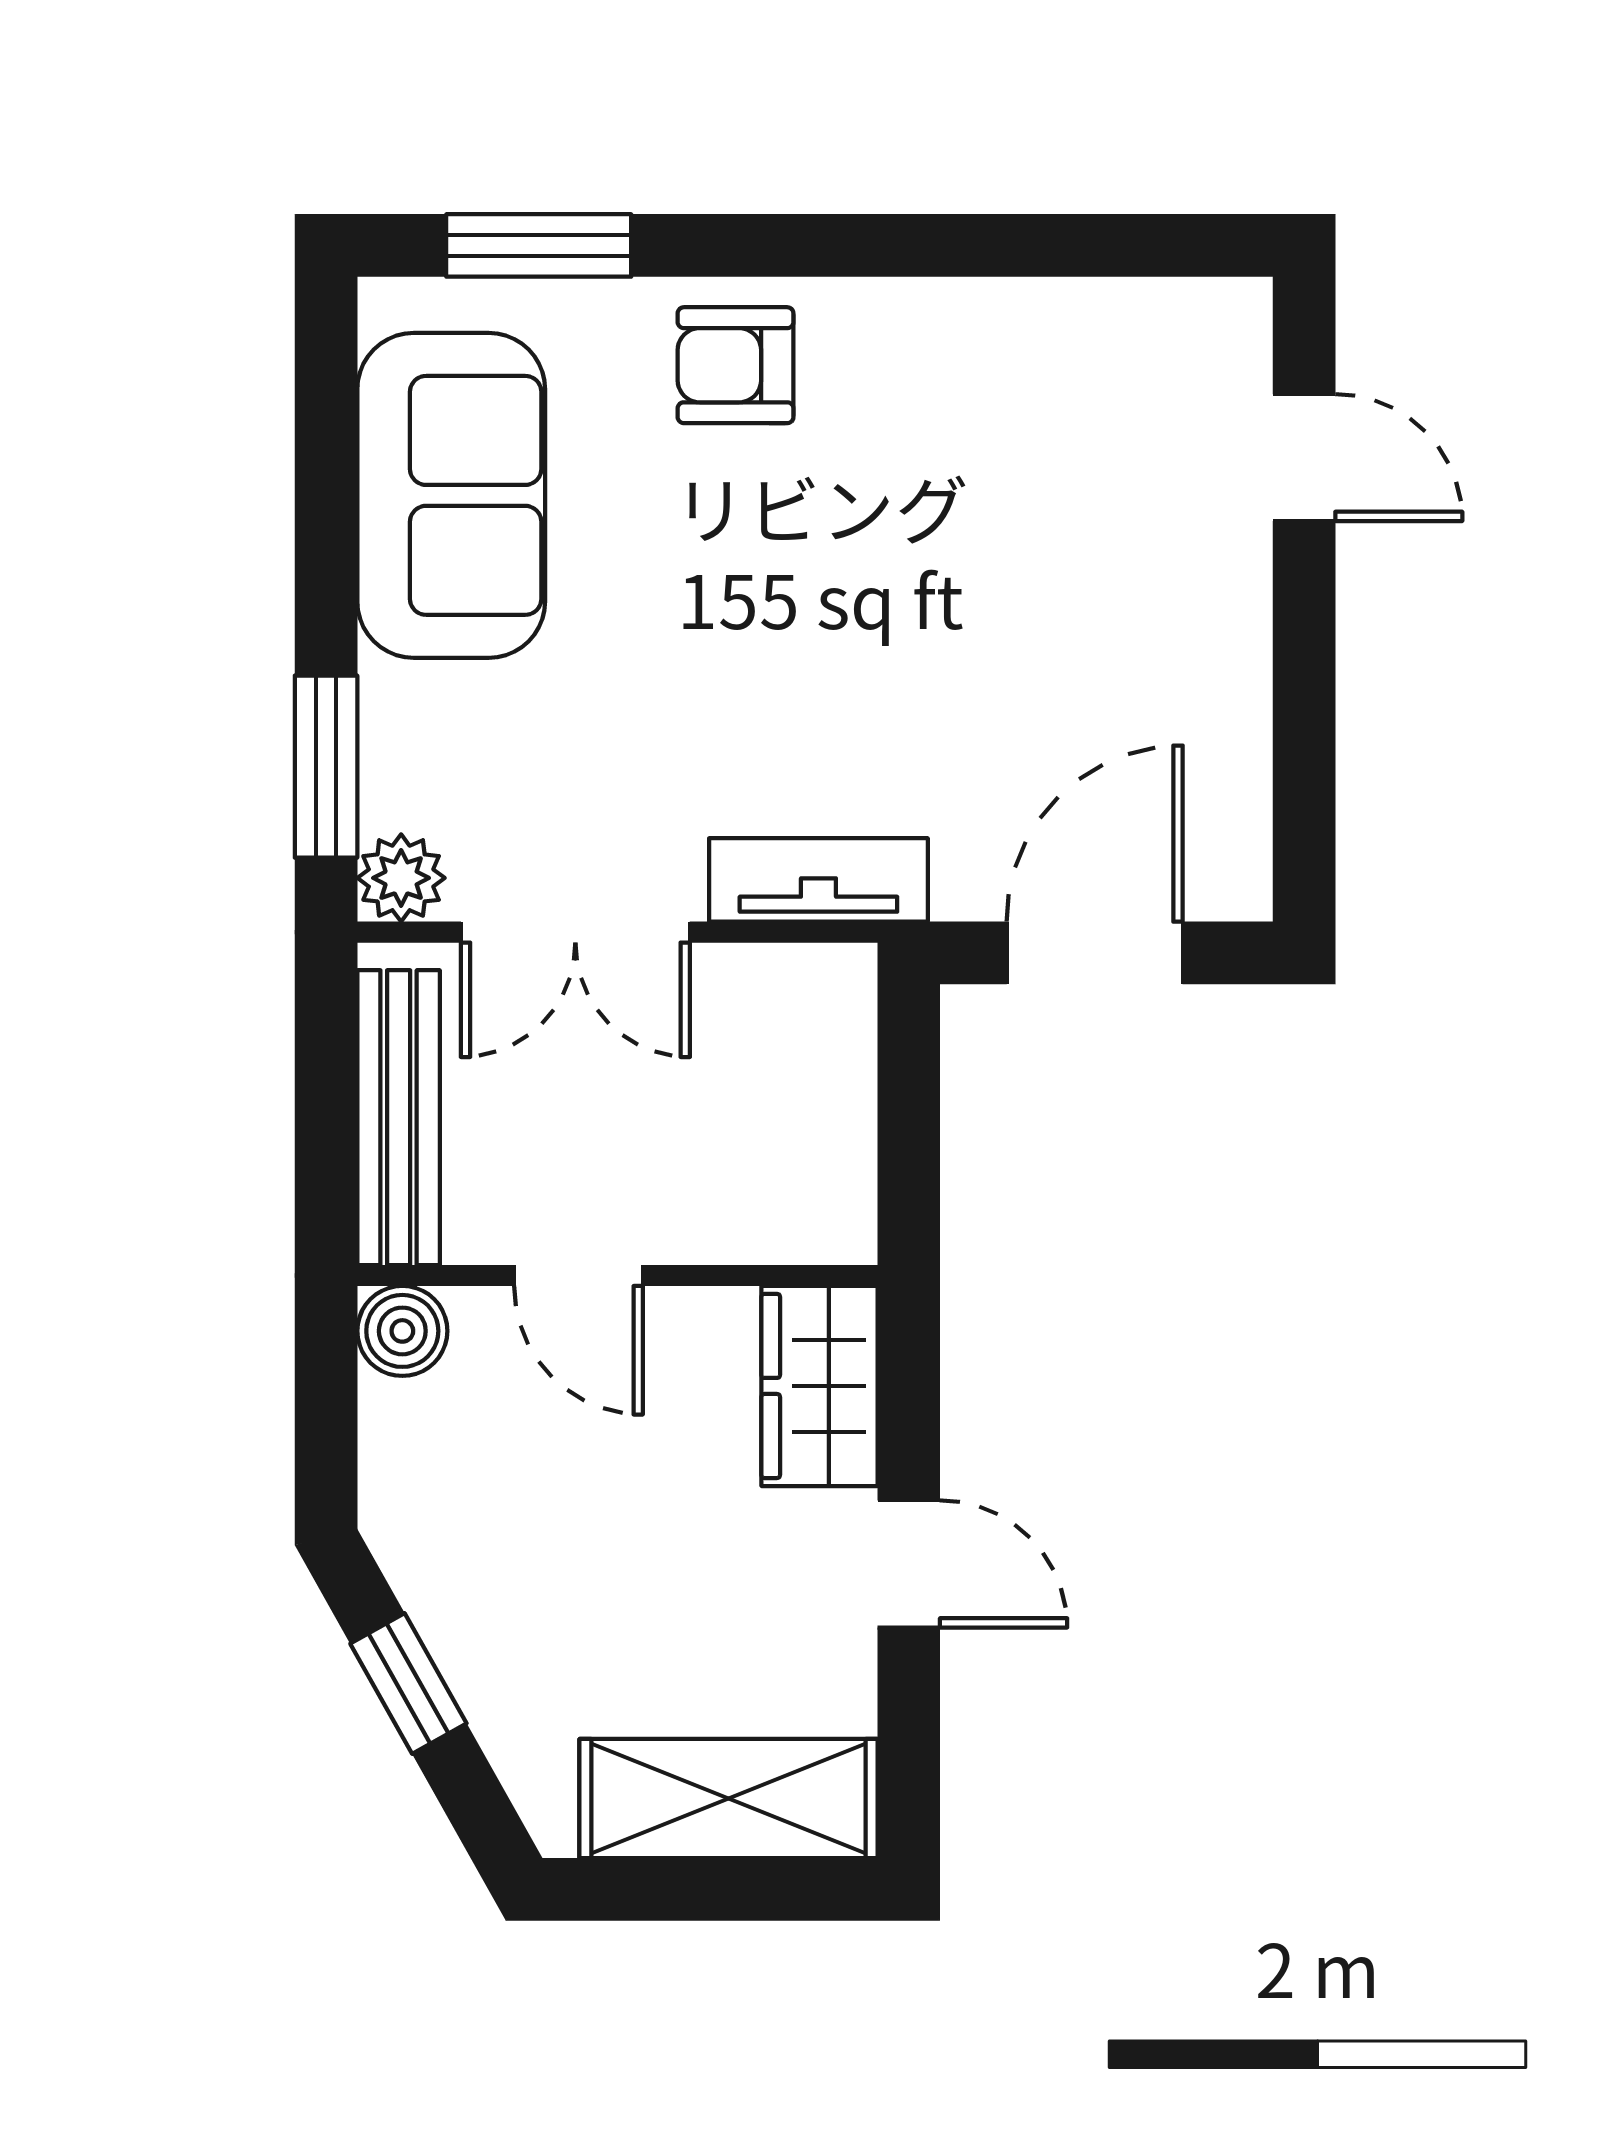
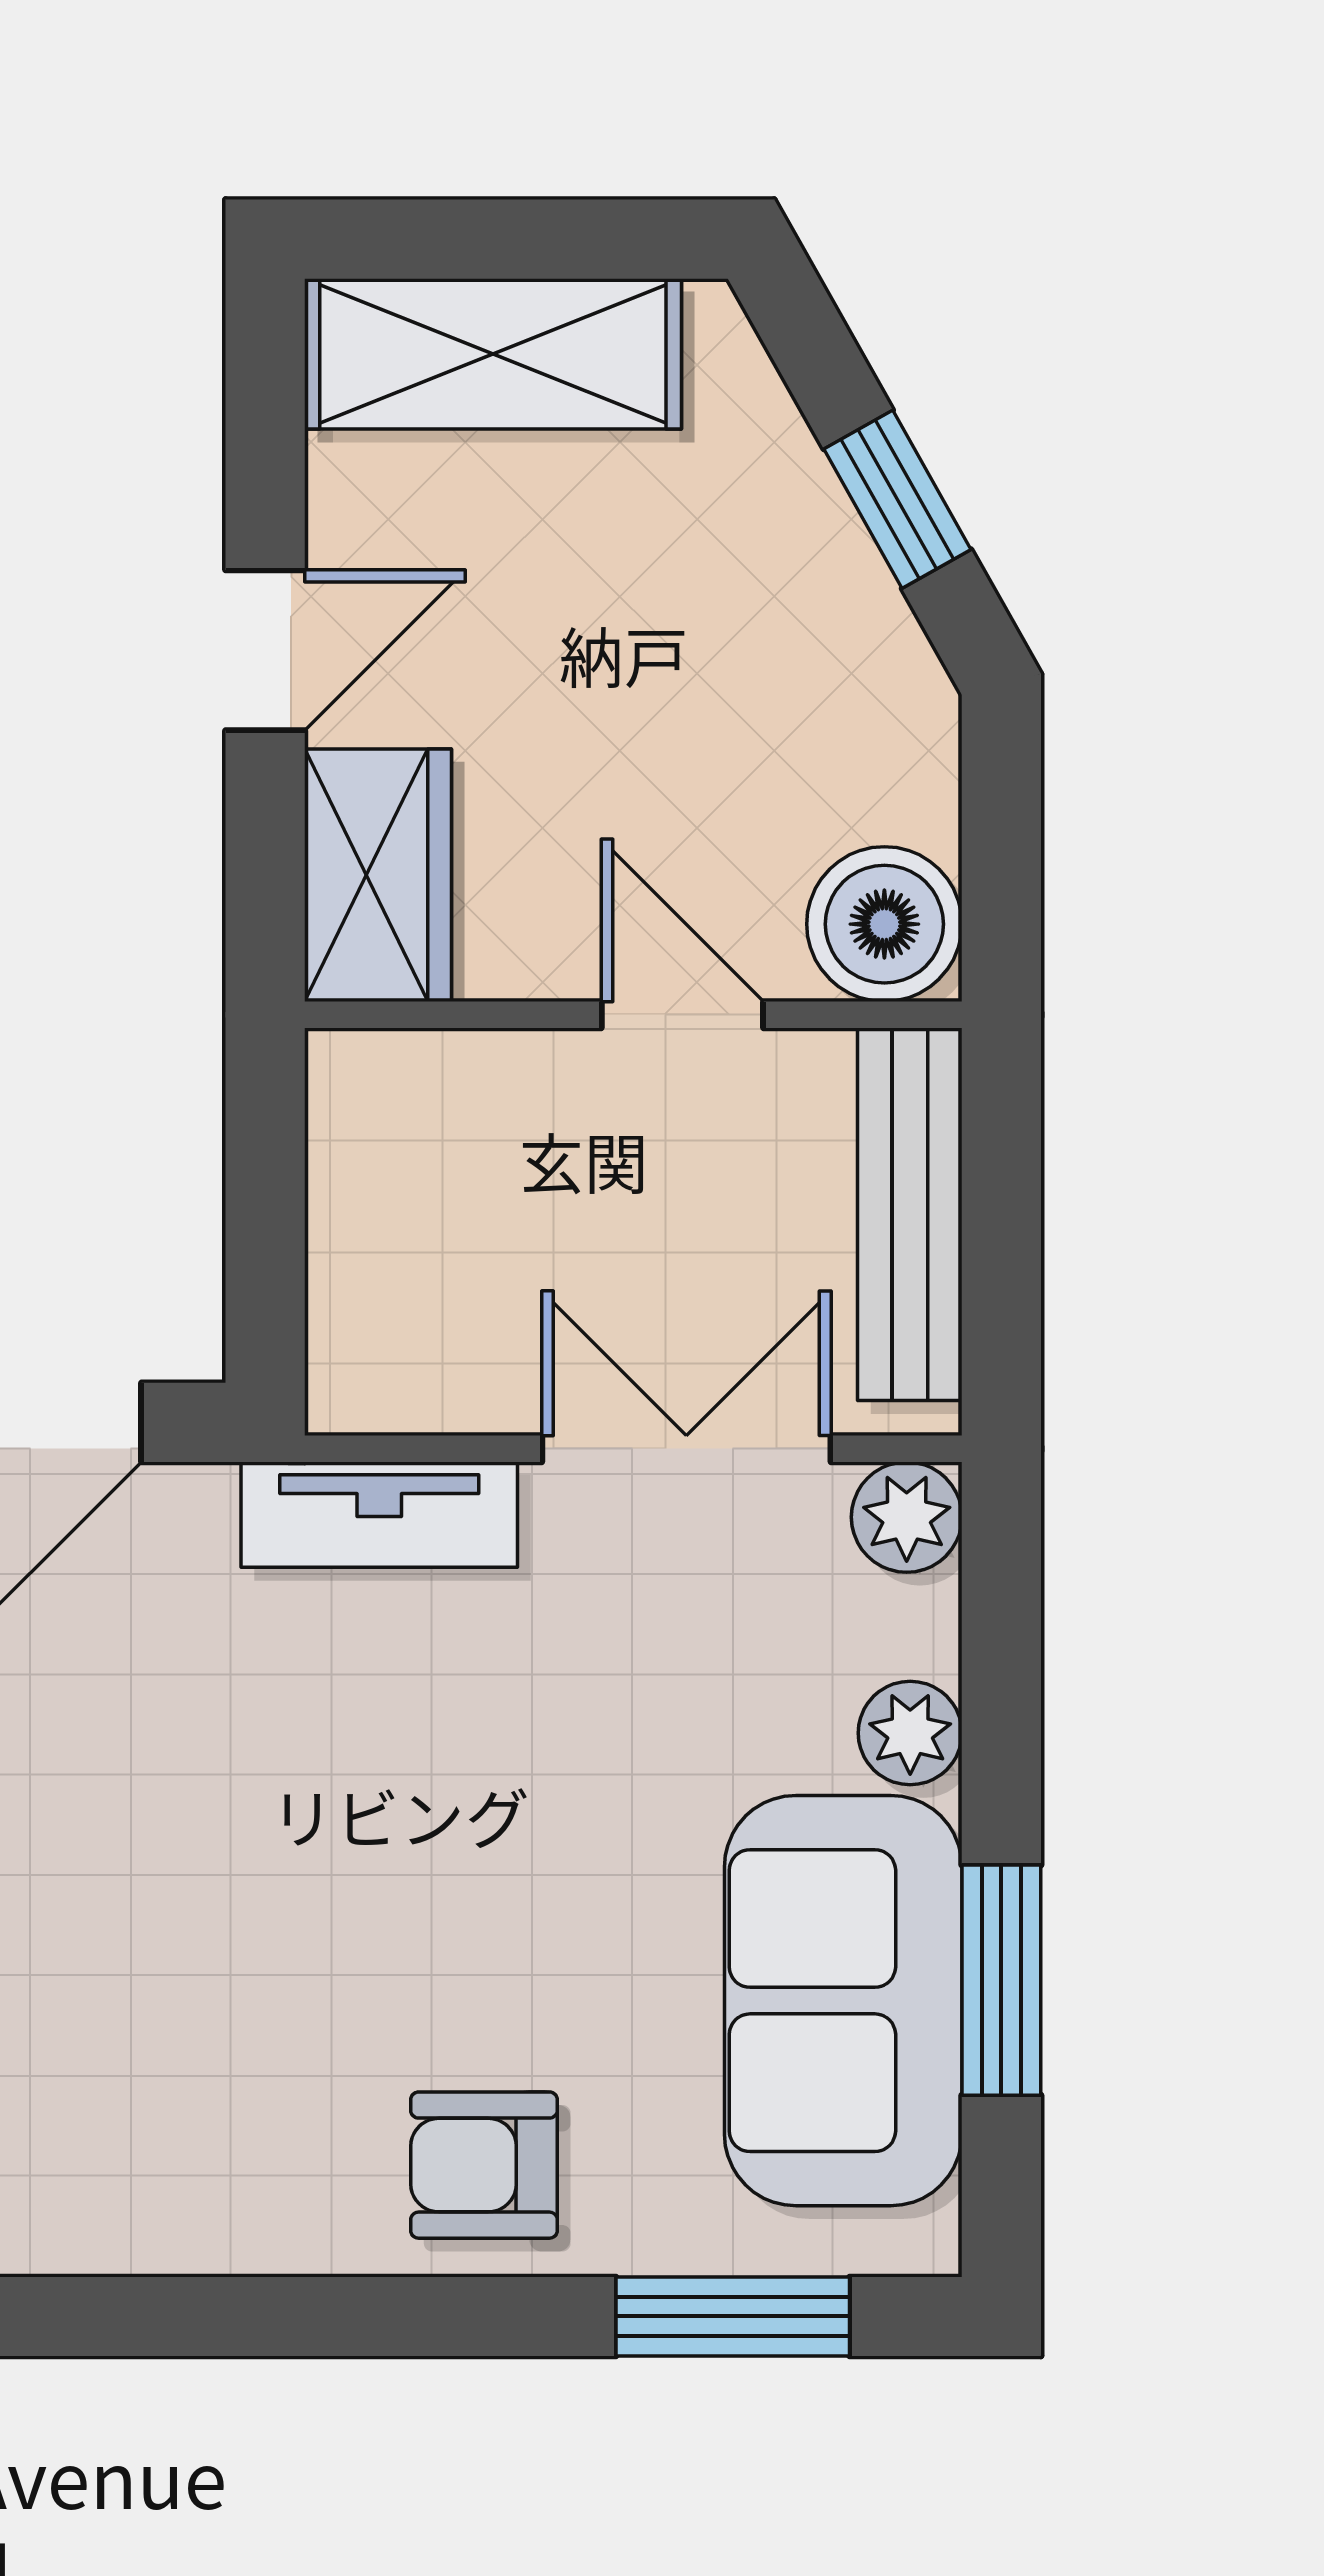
armchair: (736, 365) -> (484, 2165), turned 180
plant: (398, 707) -> (910, 1733), added
window: (326, 767) -> (1001, 1980), moved
boiler: (402, 1331) -> (884, 924), width x1.36, depth x1.36
door: (909, 1564) -> (265, 650), swing flipped

